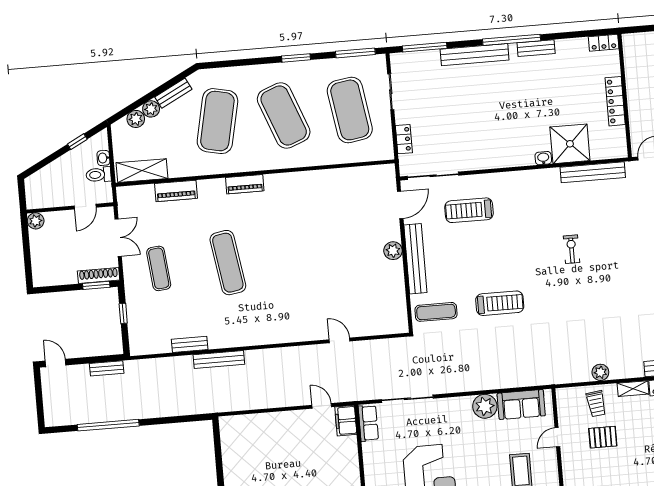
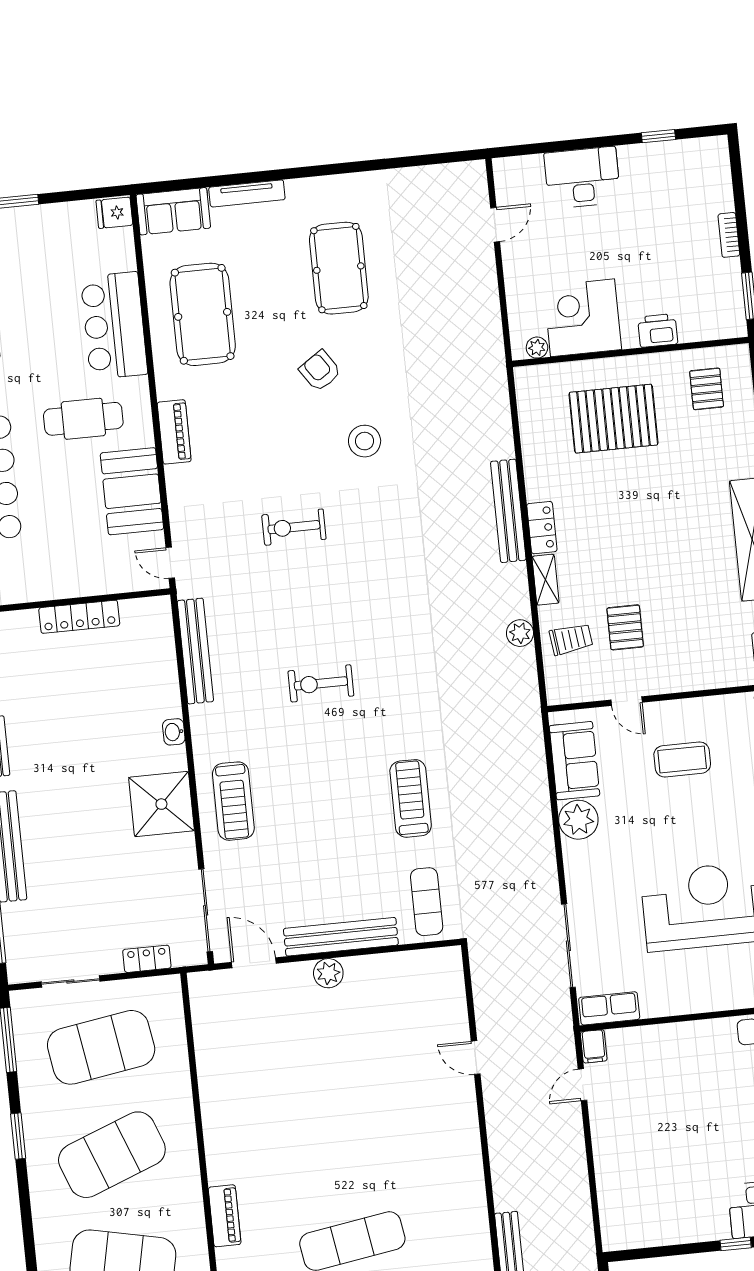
shower: (570, 144) -> (161, 804), moved
treadmill: (469, 210) -> (233, 801), moved
exercise bike: (572, 249) -> (321, 683), width x1.38, depth x1.39
door: (340, 340) -> (476, 1058), hinge flipped
filing cabinet: (346, 421) -> (594, 1046), width x0.50

